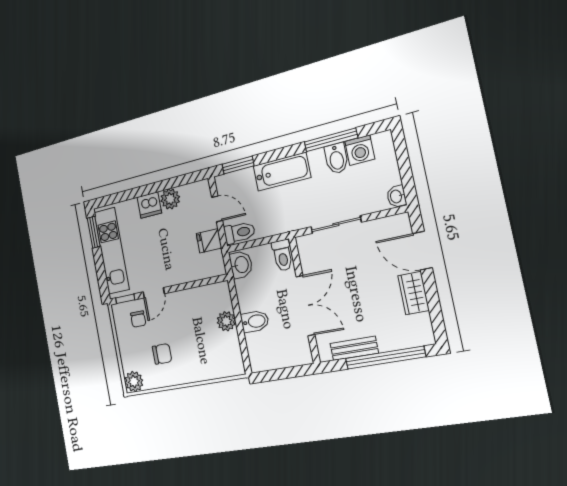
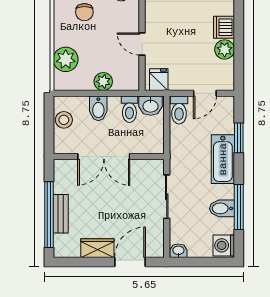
washing machine: (360, 150) -> (224, 245), moved
window: (238, 165) -> (239, 138), moved
fridge: (209, 241) -> (159, 80), moved
toilet: (282, 255) -> (129, 109), moved, turned -90
door: (154, 293) -> (142, 44), moved
bench: (354, 348) -> (61, 214), moved
stool: (275, 358) -> (64, 120), added
plant: (212, 366) -> (66, 59), added

